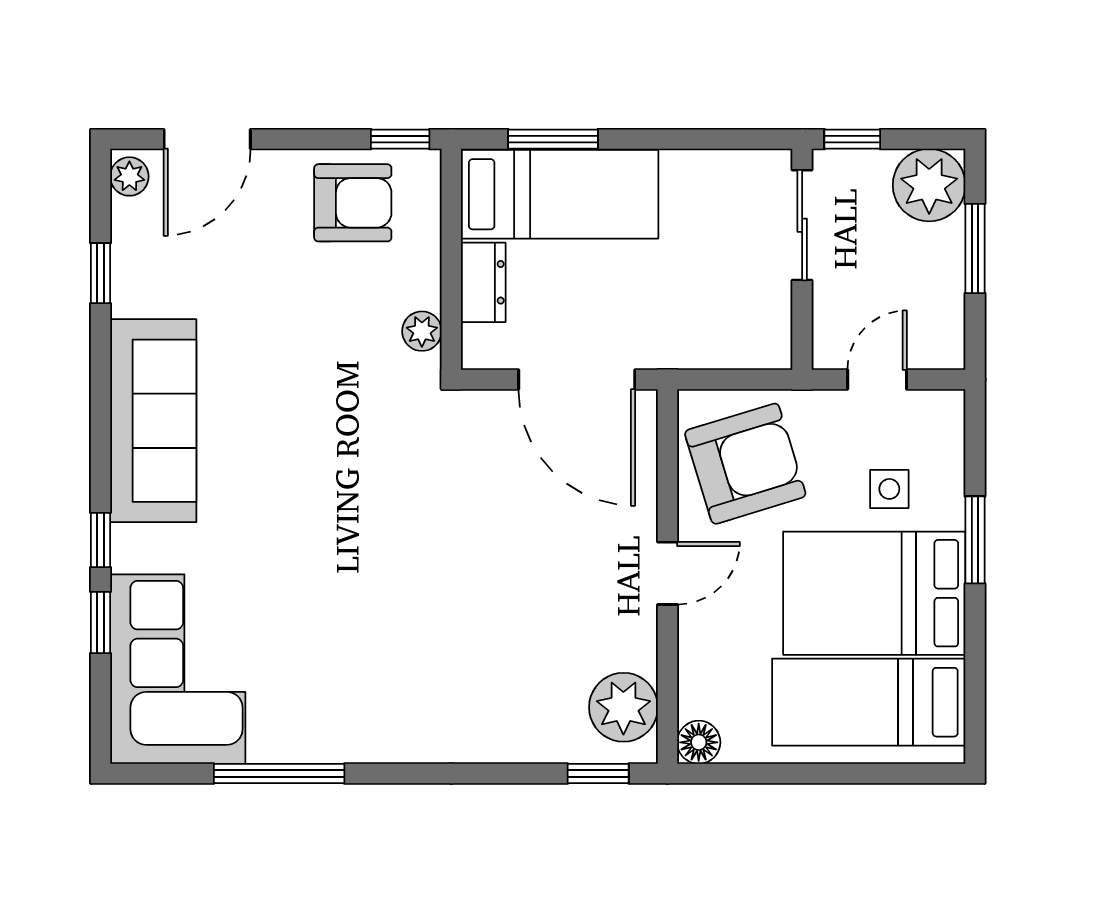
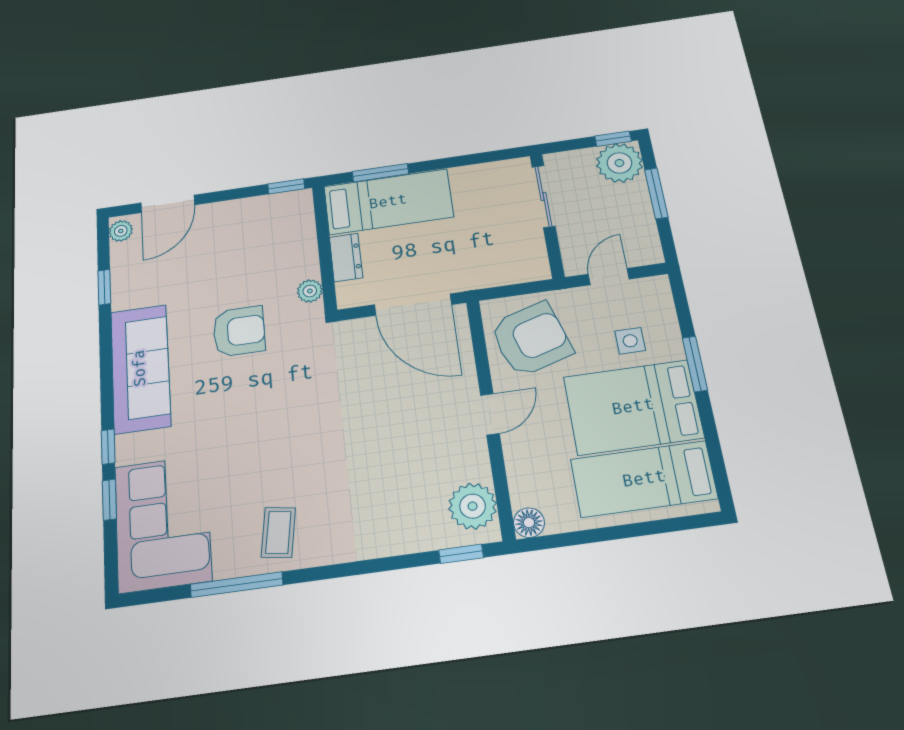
window: (852, 139) -> (613, 139), moved
armchair: (353, 203) -> (239, 331), moved
coffee table: (344, 706) -> (278, 532), added

